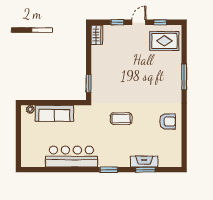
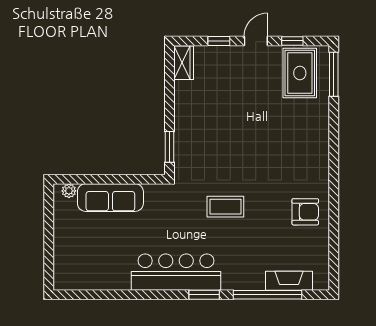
rug: (164, 41) -> (300, 73), turned 90
window: (184, 77) -> (334, 74), moved
bar counter: (71, 157) -> (176, 272), moved
fireplace: (144, 162) -> (289, 281), moved
window: (146, 170) -> (267, 295), width x2.11

